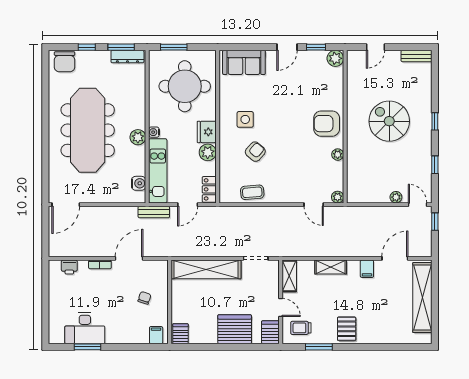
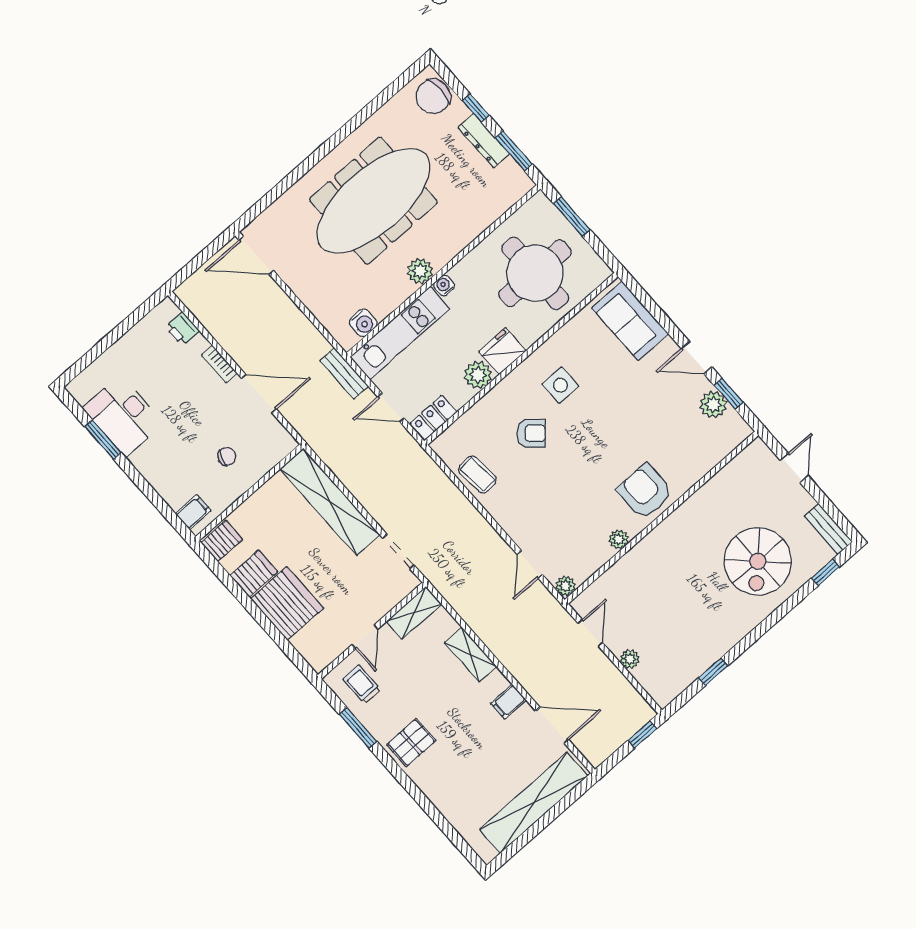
door: (375, 47) -> (794, 468), swing flipped
dresser: (127, 57) -> (484, 141), moved
plant: (335, 58) -> (713, 405), moved
spiral stairs: (389, 121) -> (758, 561), moved, turned 180
window: (435, 121) -> (826, 572), moved
door: (418, 205) -> (590, 633), moved
server rack: (270, 332) -> (254, 574), moved

